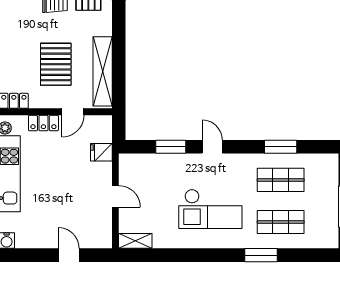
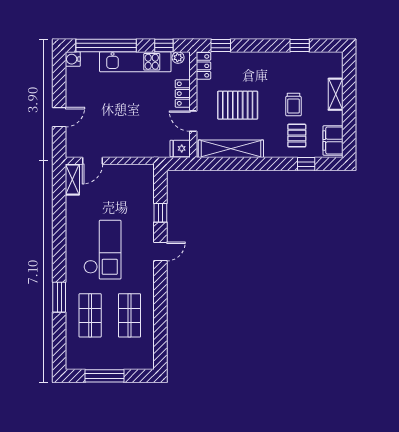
window: (171, 147) -> (160, 213), width x0.67
window: (281, 147) -> (160, 315), removed
fridge: (101, 152) -> (180, 148), moved, turned -90
door: (115, 196) -> (93, 161), moved
checkout: (210, 209) -> (102, 250), turned 180

